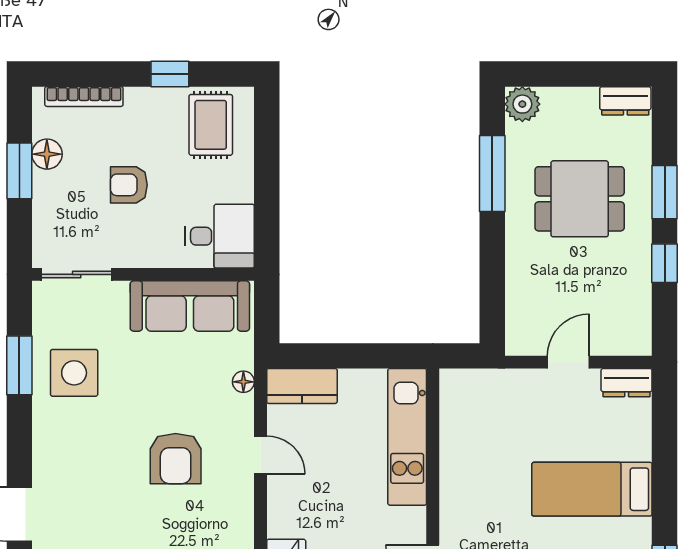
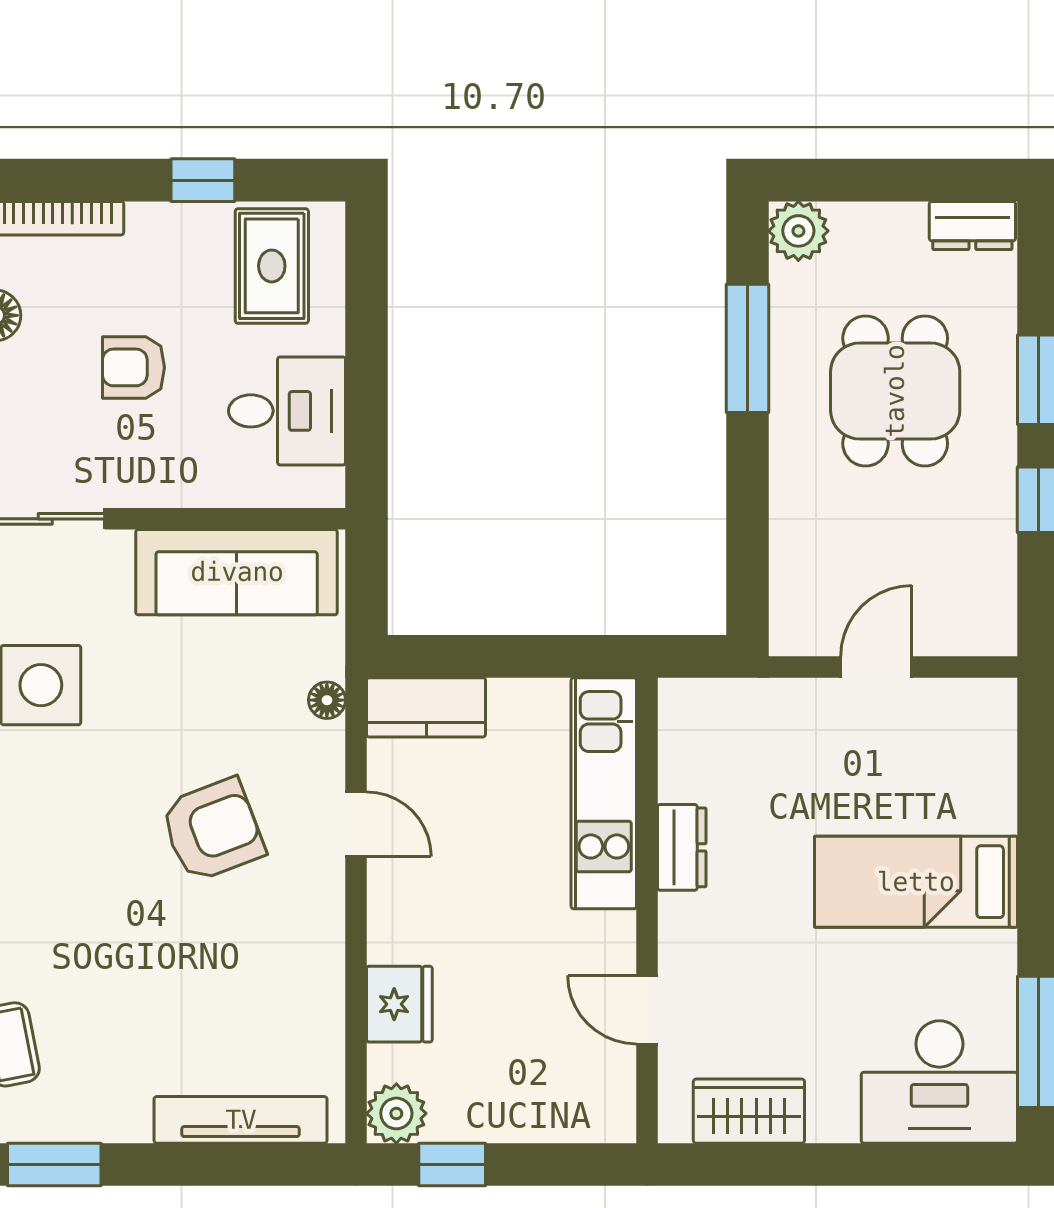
dining table: (580, 199) -> (895, 391), turned 90
desk: (220, 236) -> (287, 411), moved
dresser: (627, 383) -> (682, 847), moved, turned -90
armchair: (176, 459) -> (212, 830), turned -111

